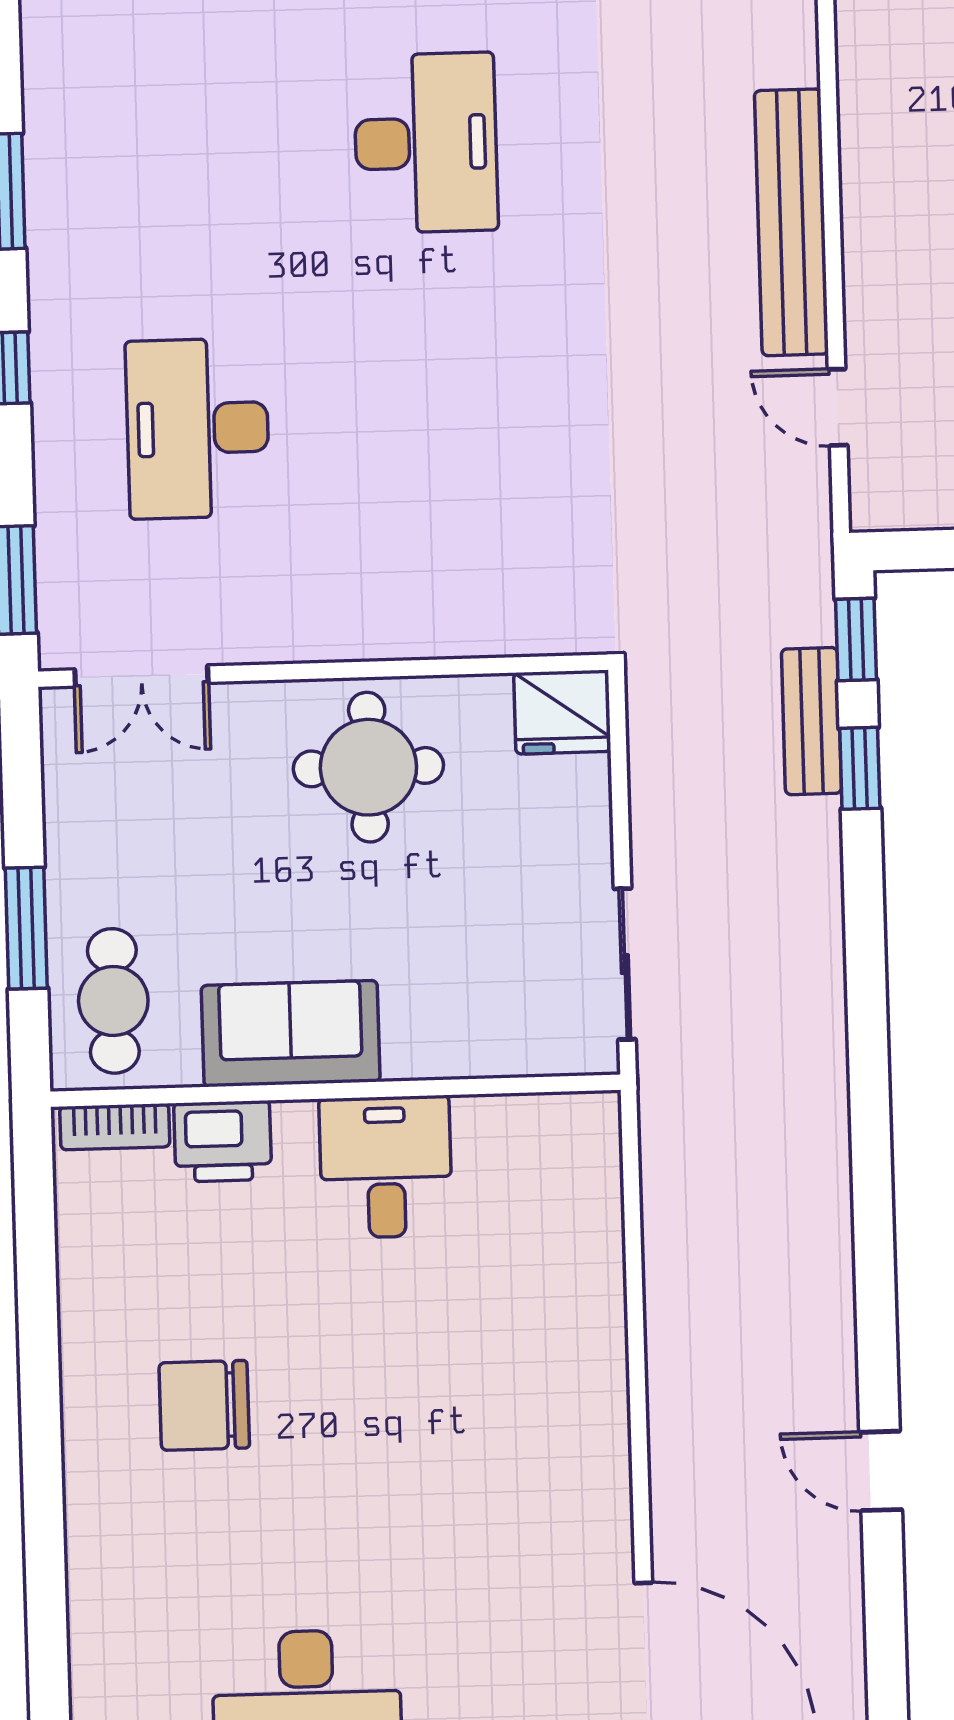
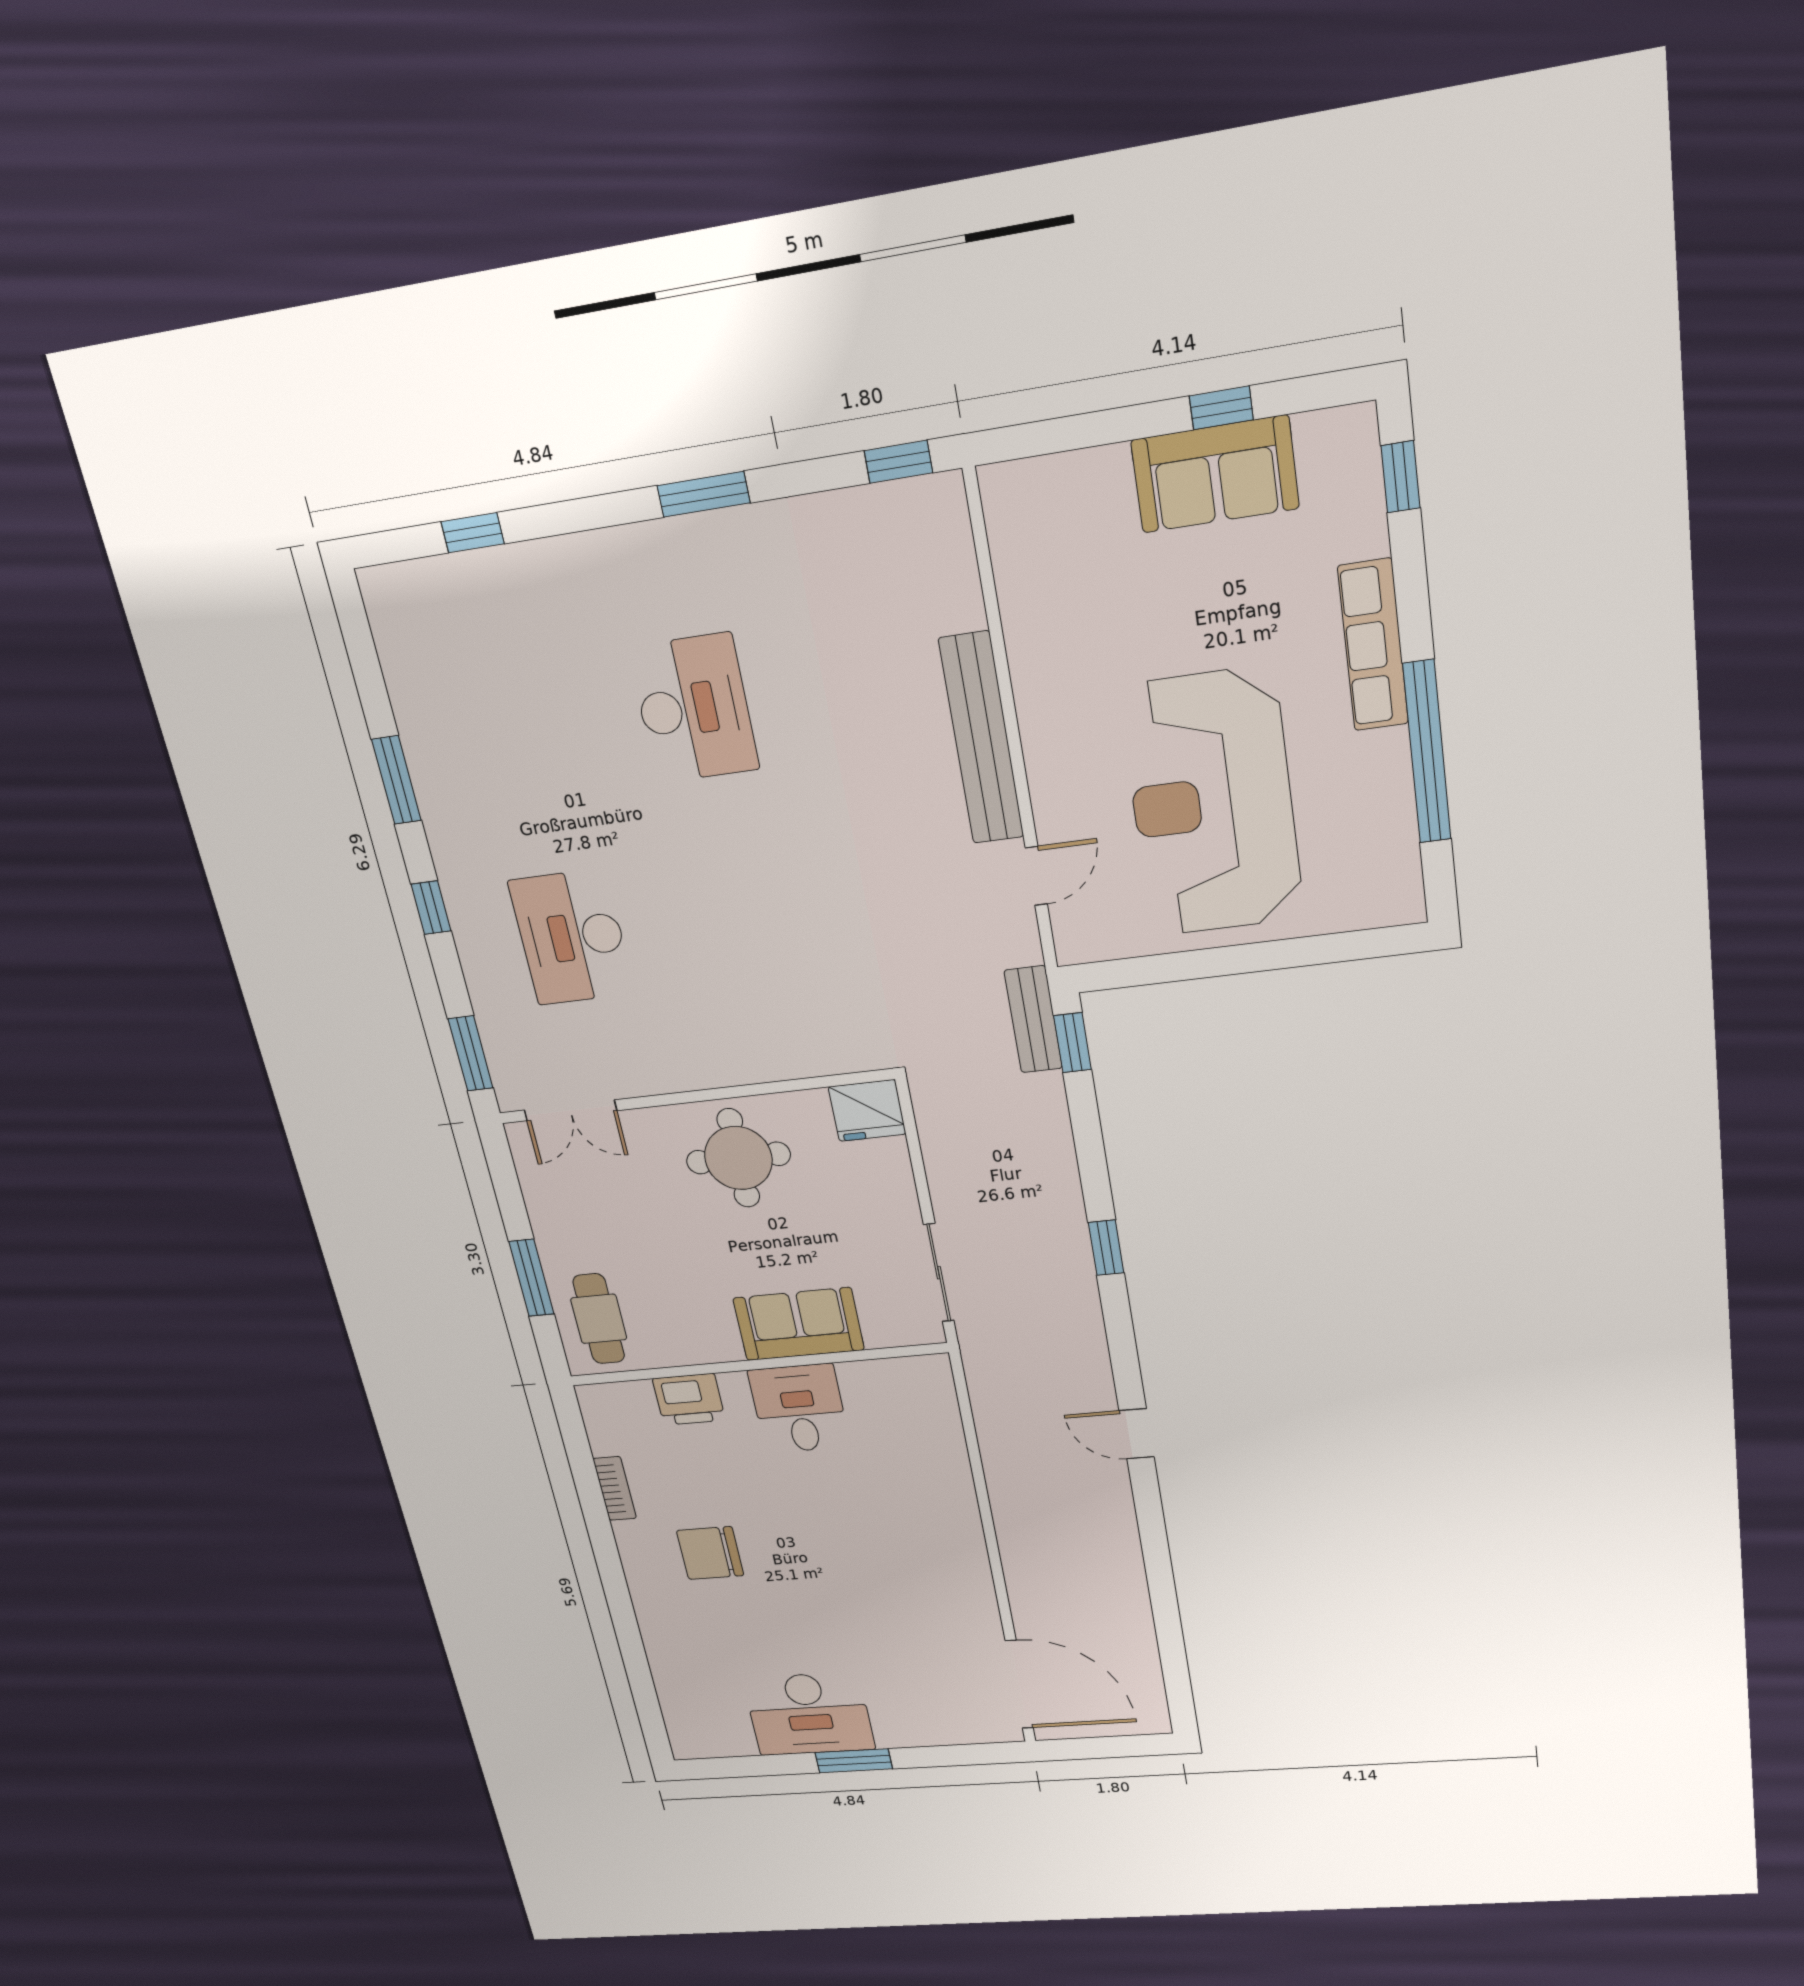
door: (838, 407) -> (1036, 876), swing flipped
bench: (811, 721) -> (1033, 1019), moved
window: (860, 768) -> (1106, 1248), moved
sofa: (291, 1034) -> (799, 1324), moved
bookcase: (115, 1127) -> (615, 1488), moved, turned -90
door: (881, 1471) -> (1137, 1434), moved

